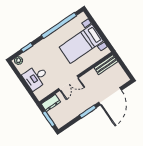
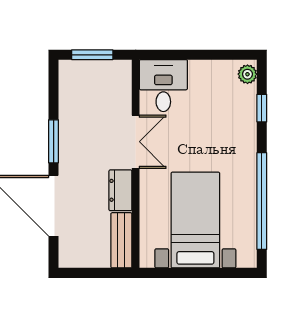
desk: (36, 77) -> (163, 86), moved
double door: (68, 83) -> (136, 142), swing flipped
dresser: (51, 103) -> (120, 190), moved

